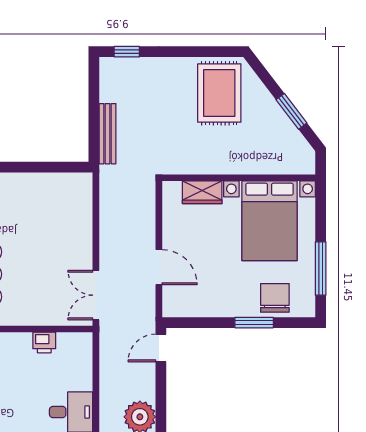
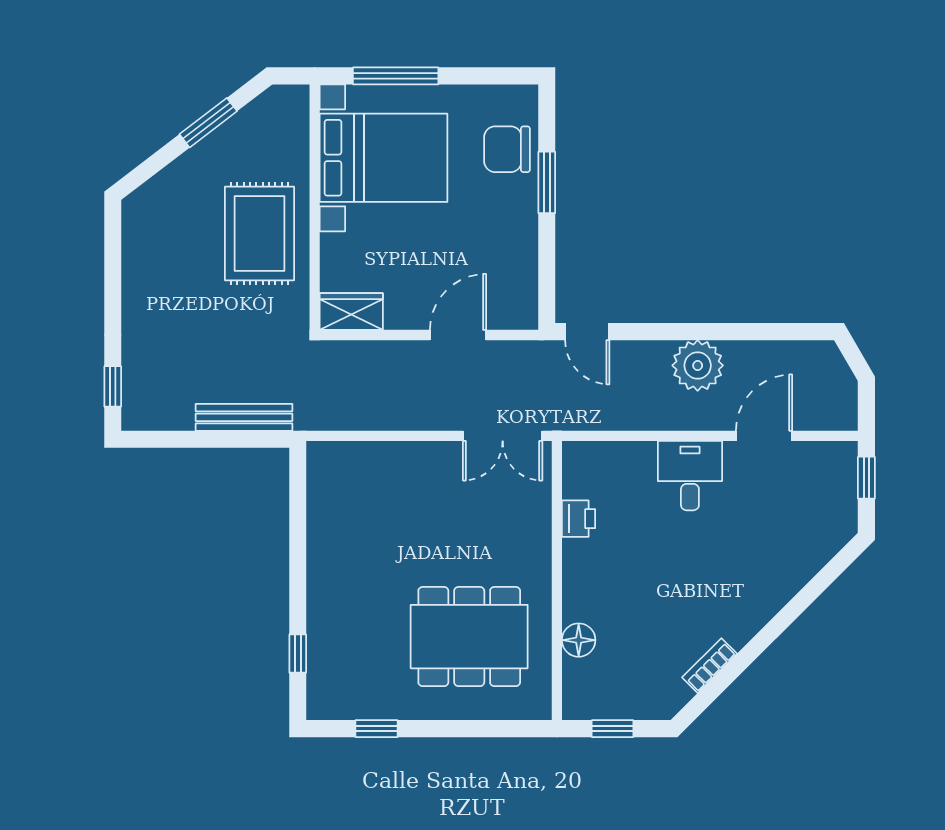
rug: (219, 93) -> (259, 234), moved, turned 90
wardrobe: (202, 192) -> (351, 312), moved, turned -90
window: (321, 268) -> (396, 76), moved

